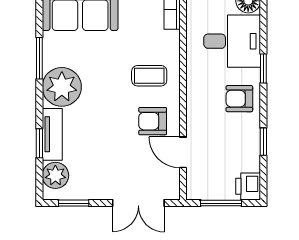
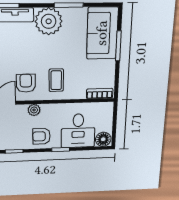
armchair: (239, 99) -> (41, 136), turned -90
plant: (195, 109) -> (34, 110), added

